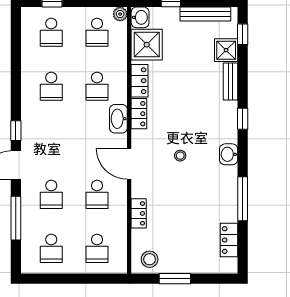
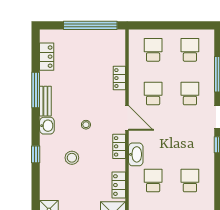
bench: (230, 82) -> (45, 101), moved
locker: (139, 114) -> (119, 146), moved
stool: (150, 259) -> (72, 158), moved
window: (175, 279) -> (90, 25), width x2.11

